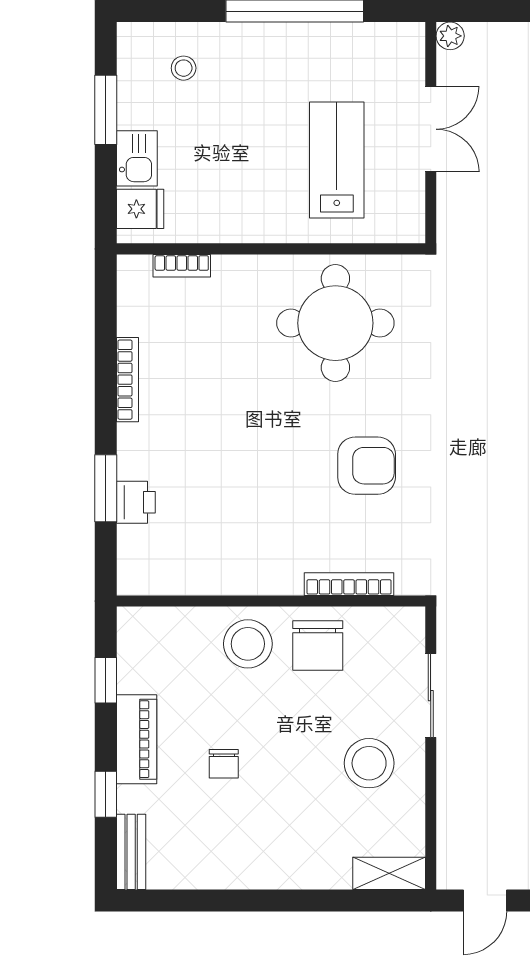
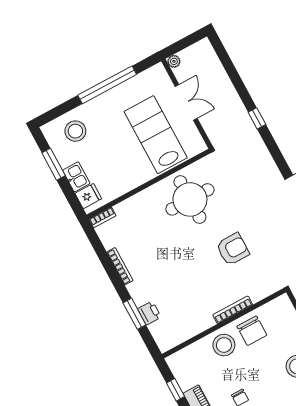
stool: (184, 68) -> (75, 131), width x1.89, depth x1.89
lab bench: (337, 160) -> (156, 135), width x1.36, depth x1.39
bookcase: (182, 266) -> (102, 217), moved
bookcase: (349, 584) -> (233, 310), moved

